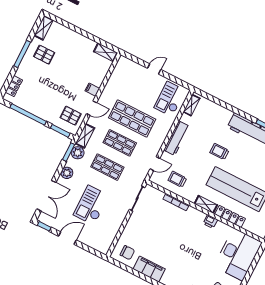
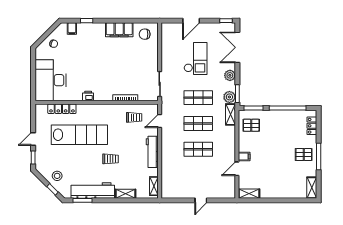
pallet: (44, 55) -> (304, 155), moved
checkout: (170, 99) -> (175, 182), removed
door: (92, 108) -> (237, 169), moved
shop shelf: (132, 118) -> (198, 149), width x0.70, depth x0.74
shelving: (206, 204) -> (125, 194), moved
locker: (230, 216) -> (62, 109), moved
door: (67, 238) -> (191, 21), moved

